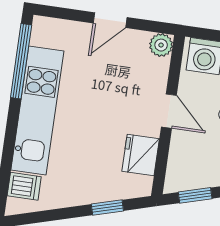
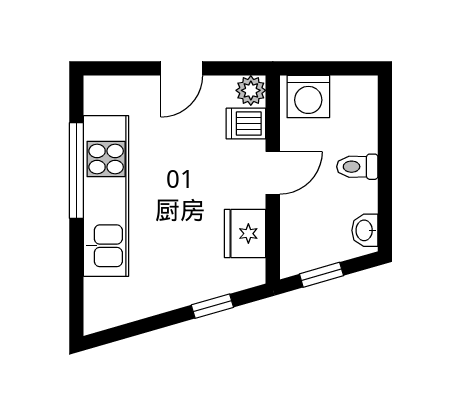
window: (21, 61) -> (76, 170), moved
door: (169, 111) -> (273, 173), hinge flipped
dishwasher: (24, 186) -> (246, 124), moved, turned 180

